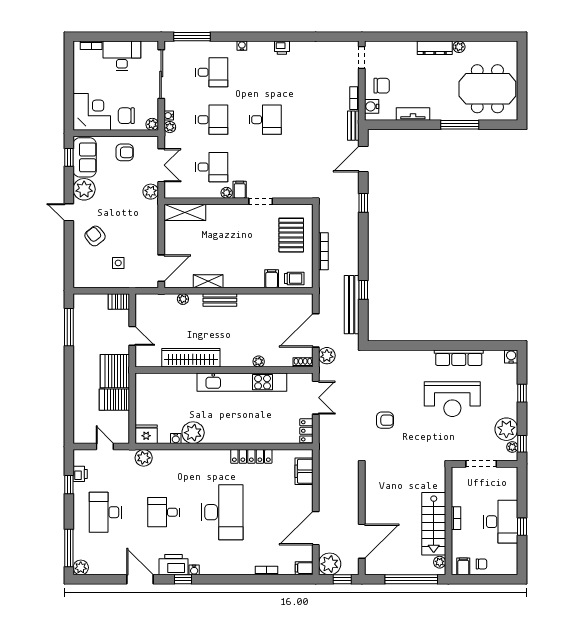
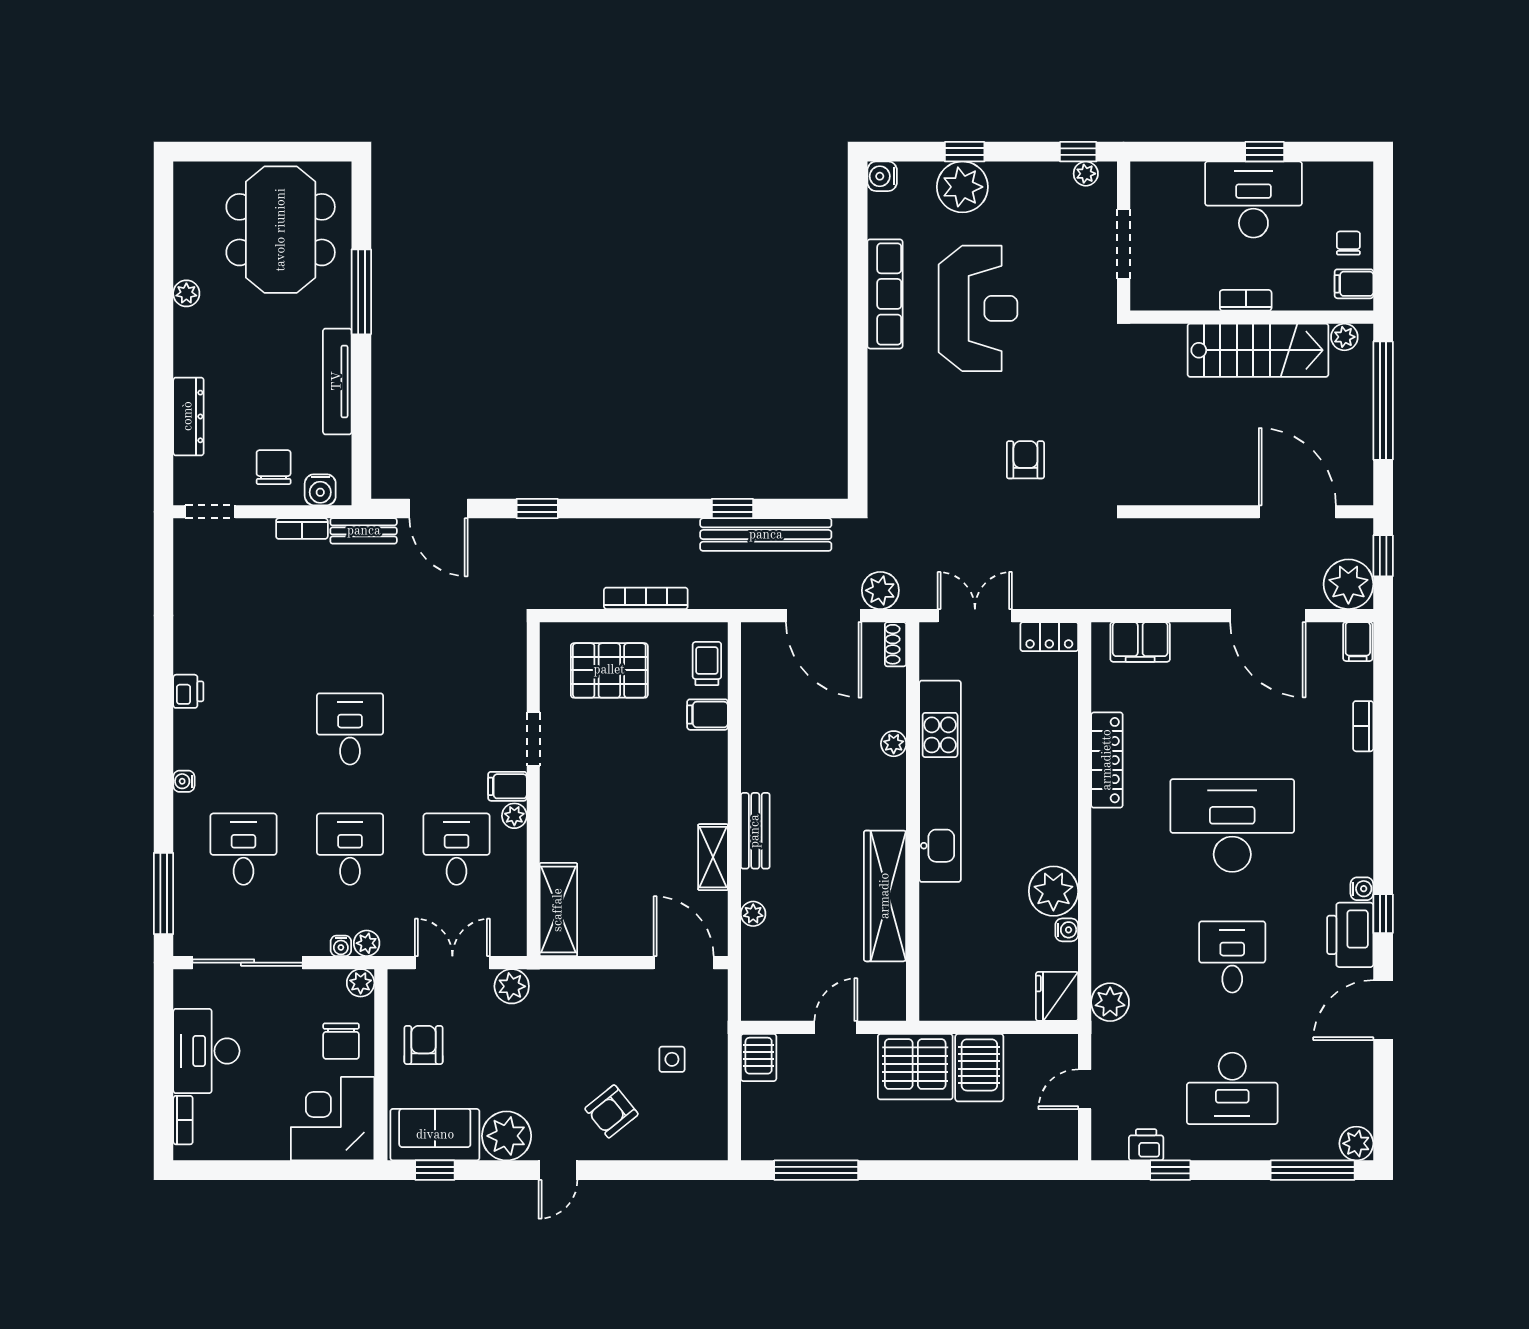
dresser: (435, 48) -> (188, 416), moved
tv unit: (413, 114) -> (337, 381), width x1.41
plant: (506, 429) -> (962, 187), moved
desk: (164, 512) -> (1232, 957), turned 180

